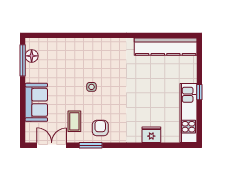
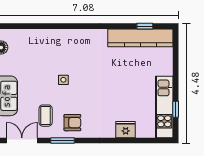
window: (170, 35) -> (145, 26), added
window: (199, 92) -> (176, 109), moved
armchair: (100, 128) -> (72, 123), turned 90

